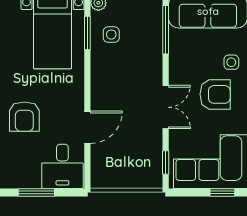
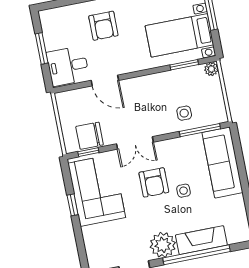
side table: (111, 35) -> (184, 113), moved
armchair: (24, 117) -> (103, 26), turned -90
chair: (147, 157) -> (90, 136), added

